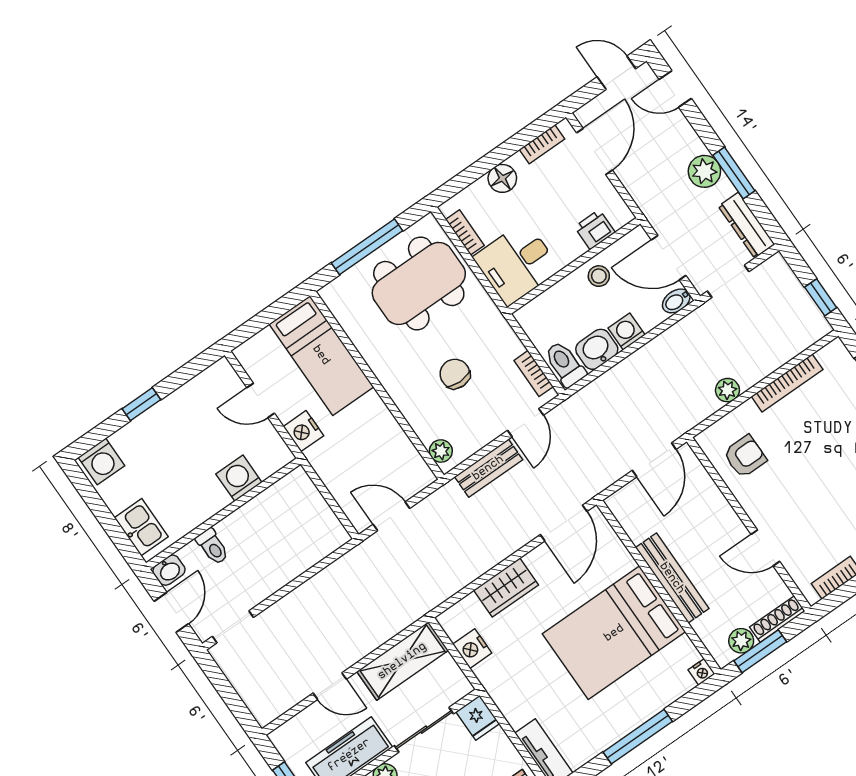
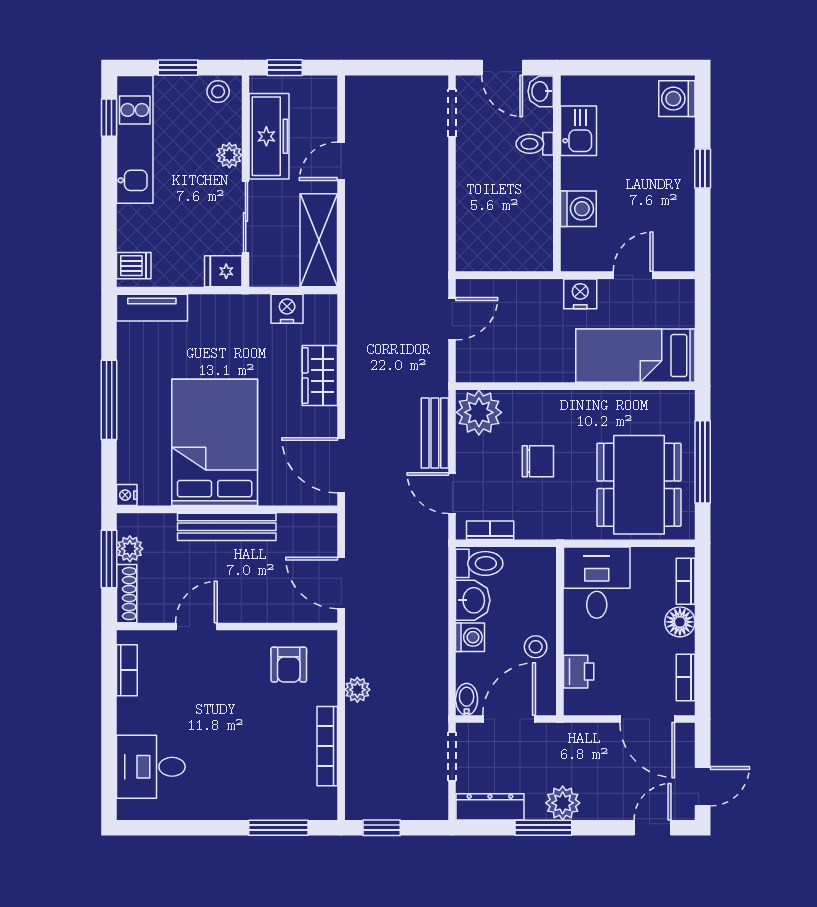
bookcase: (465, 232) -> (686, 581), moved, turned 90
plant: (441, 451) -> (479, 412), width x1.87, depth x1.87
kitchen sink: (141, 527) -> (579, 131), moved, turned -90

